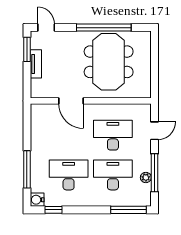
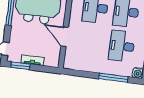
door: (71, 101) -> (65, 37), swing flipped

